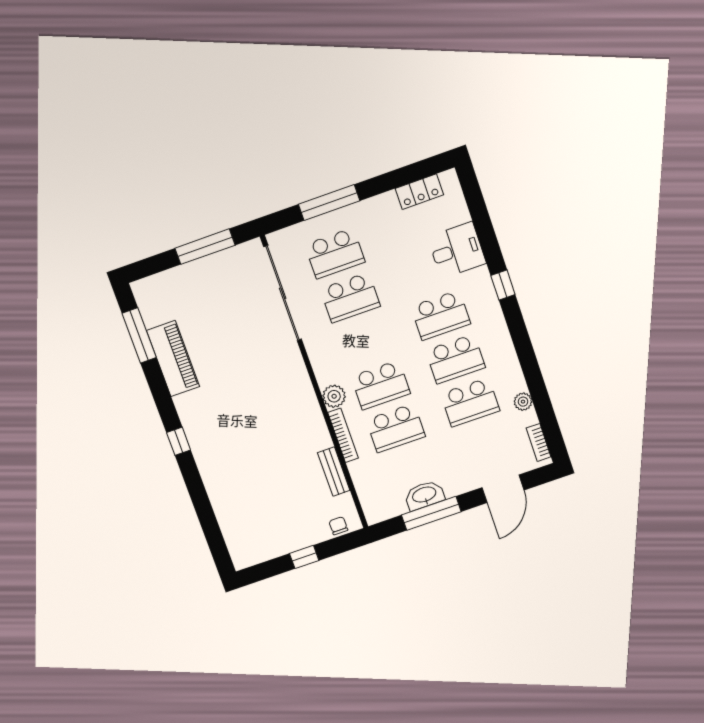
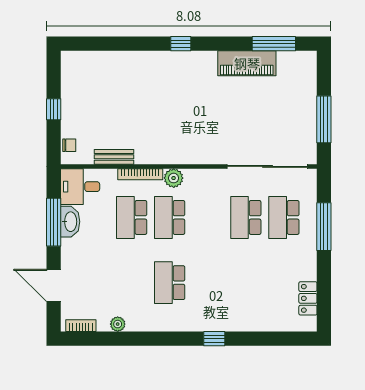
desk: (457, 250) -> (80, 187), moved, turned 90
school desk: (441, 315) -> (208, 283), removed
school desk: (470, 402) -> (132, 283), removed

